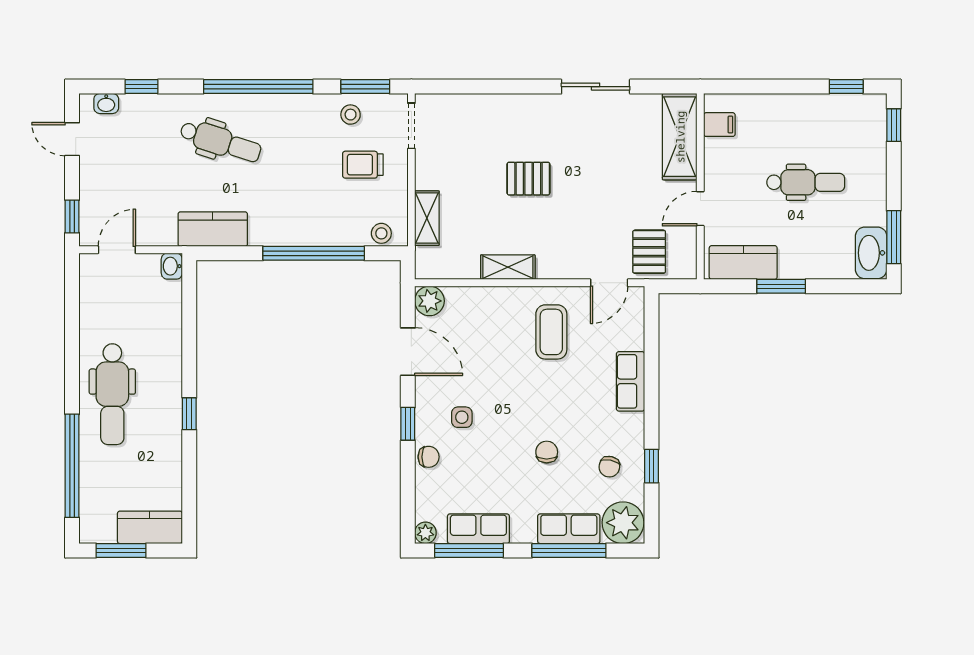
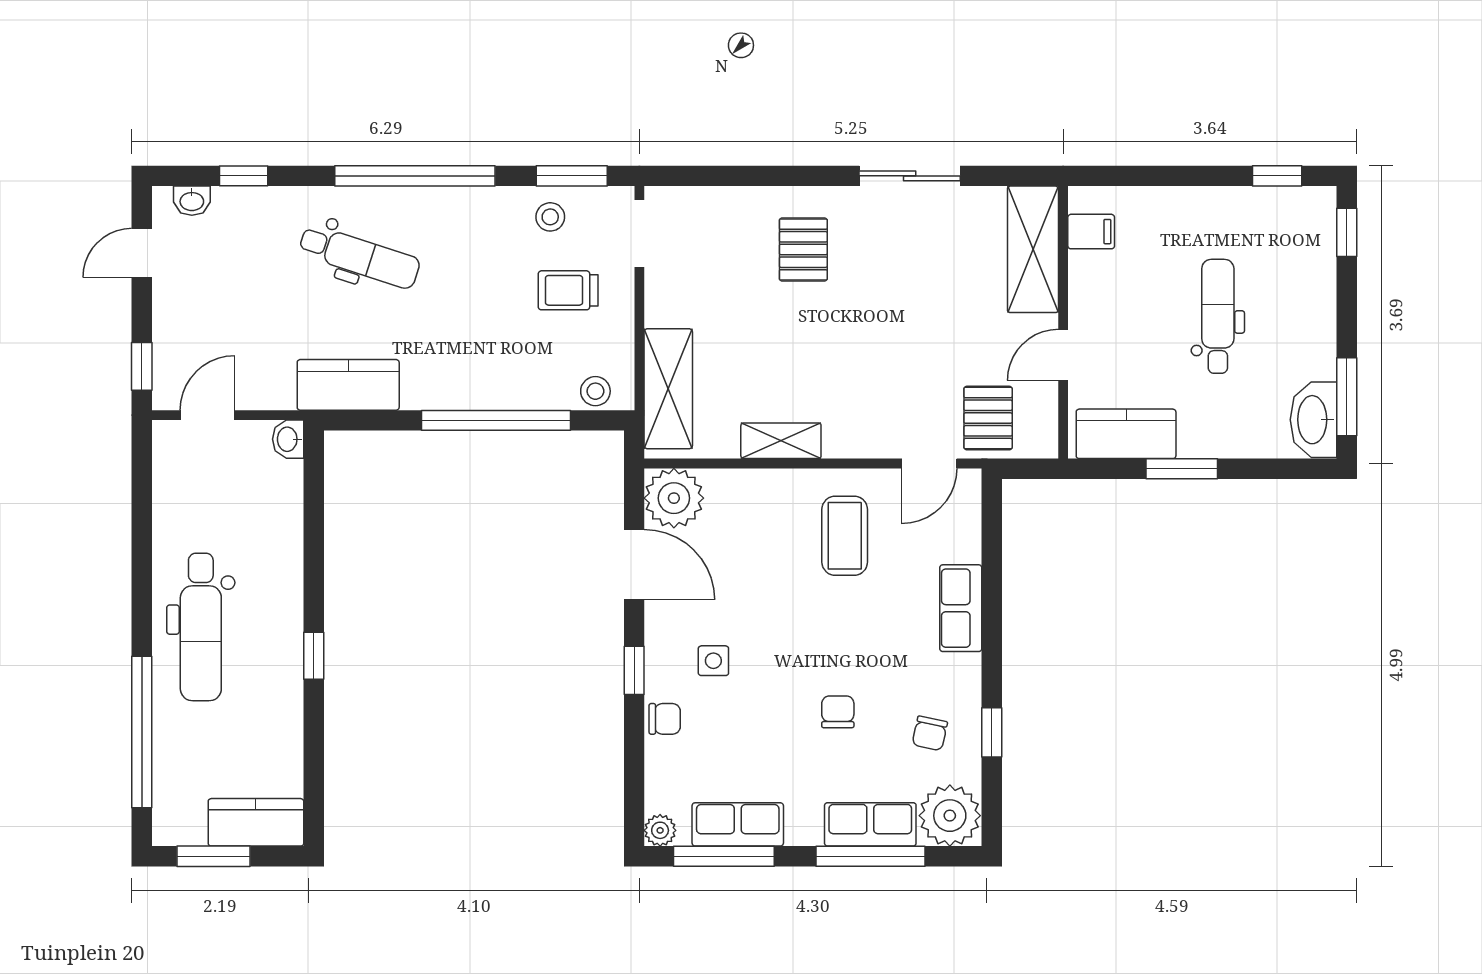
door: (72, 139) -> (142, 253), hinge flipped
pallet: (528, 179) -> (803, 249), moved, turned 90
dental chair: (806, 182) -> (1218, 316), turned -90
shelving: (427, 218) -> (668, 389), width x1.50, depth x1.33
plant: (429, 301) -> (674, 498), width x1.36, depth x1.36

